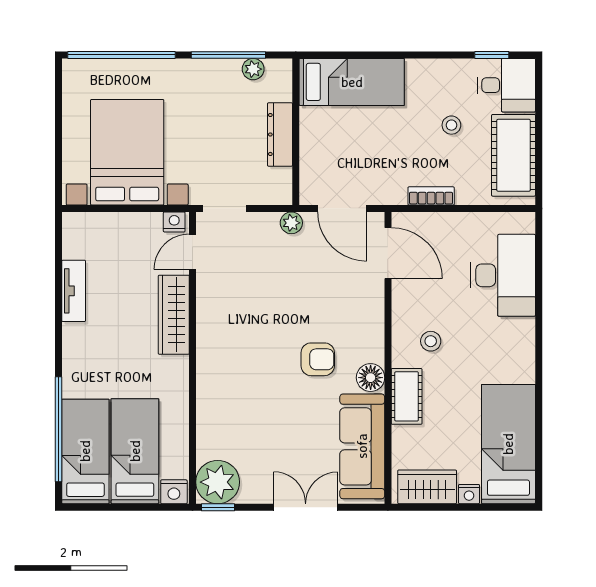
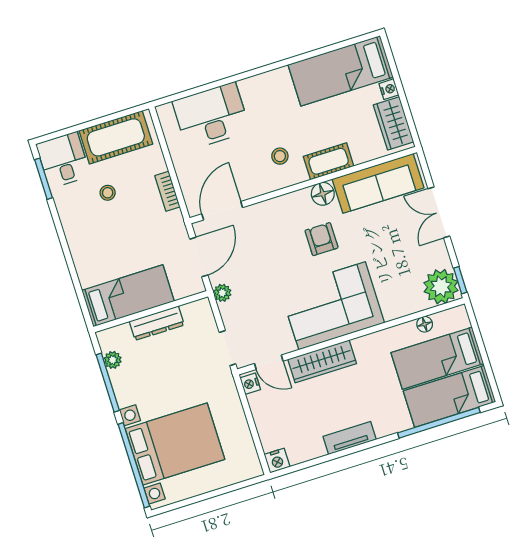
window: (492, 55) -> (43, 179), width x1.50
bed: (352, 82) -> (128, 296), moved, turned 90
bed with nightstands: (127, 152) -> (175, 444), moved, turned 180
tv unit: (74, 291) -> (350, 438), moved
corner sofa: (235, 347) -> (332, 306), added
floor lamp: (180, 449) -> (425, 324), added
nightstand: (174, 492) -> (277, 461), moved, turned 90

